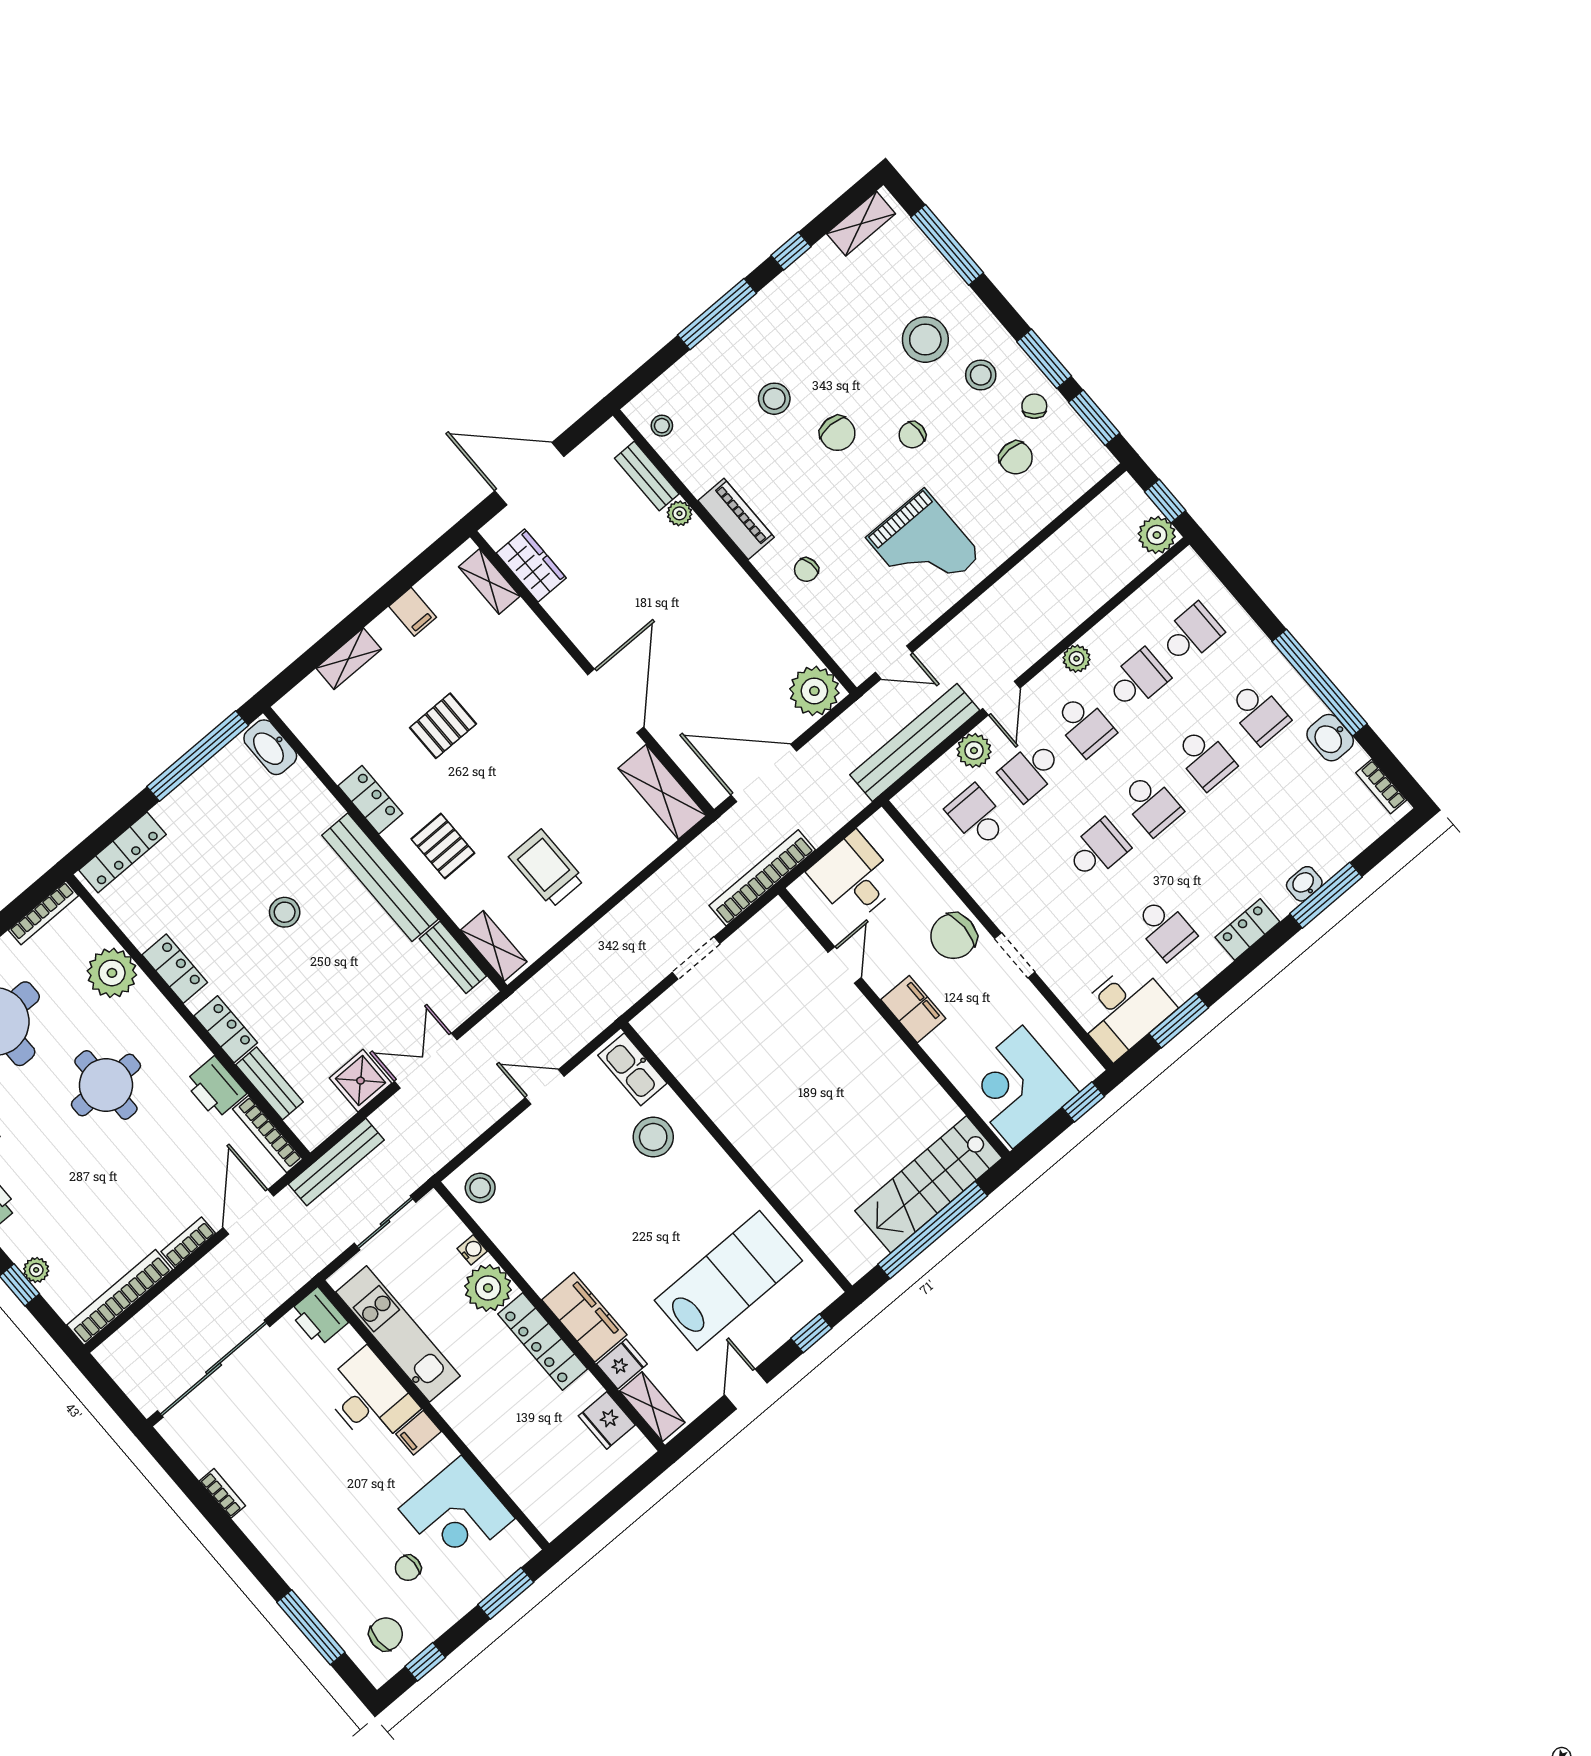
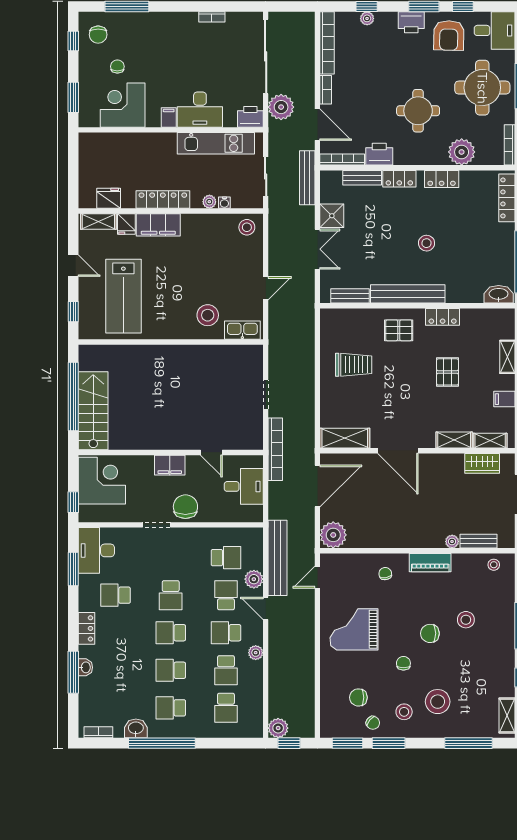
shelving: (494, 946) -> (454, 440), moved
plant: (267, 1285) -> (281, 107), added
plant: (488, 1288) -> (209, 202), width x0.53, depth x0.53

